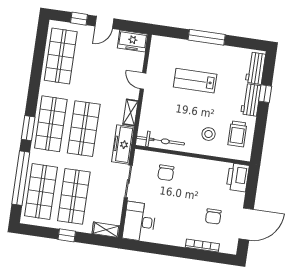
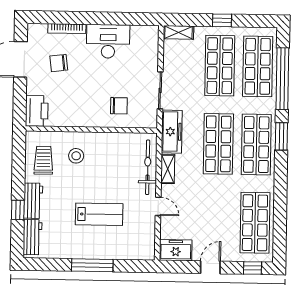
window: (79, 19) -> (253, 268), moved
bicycle: (160, 141) -> (148, 167), moved, turned 90
chair: (166, 173) -> (119, 106), turned 90
chair: (213, 216) -> (59, 63), turned -97
desk: (139, 222) -> (108, 41), moved, turned -90

